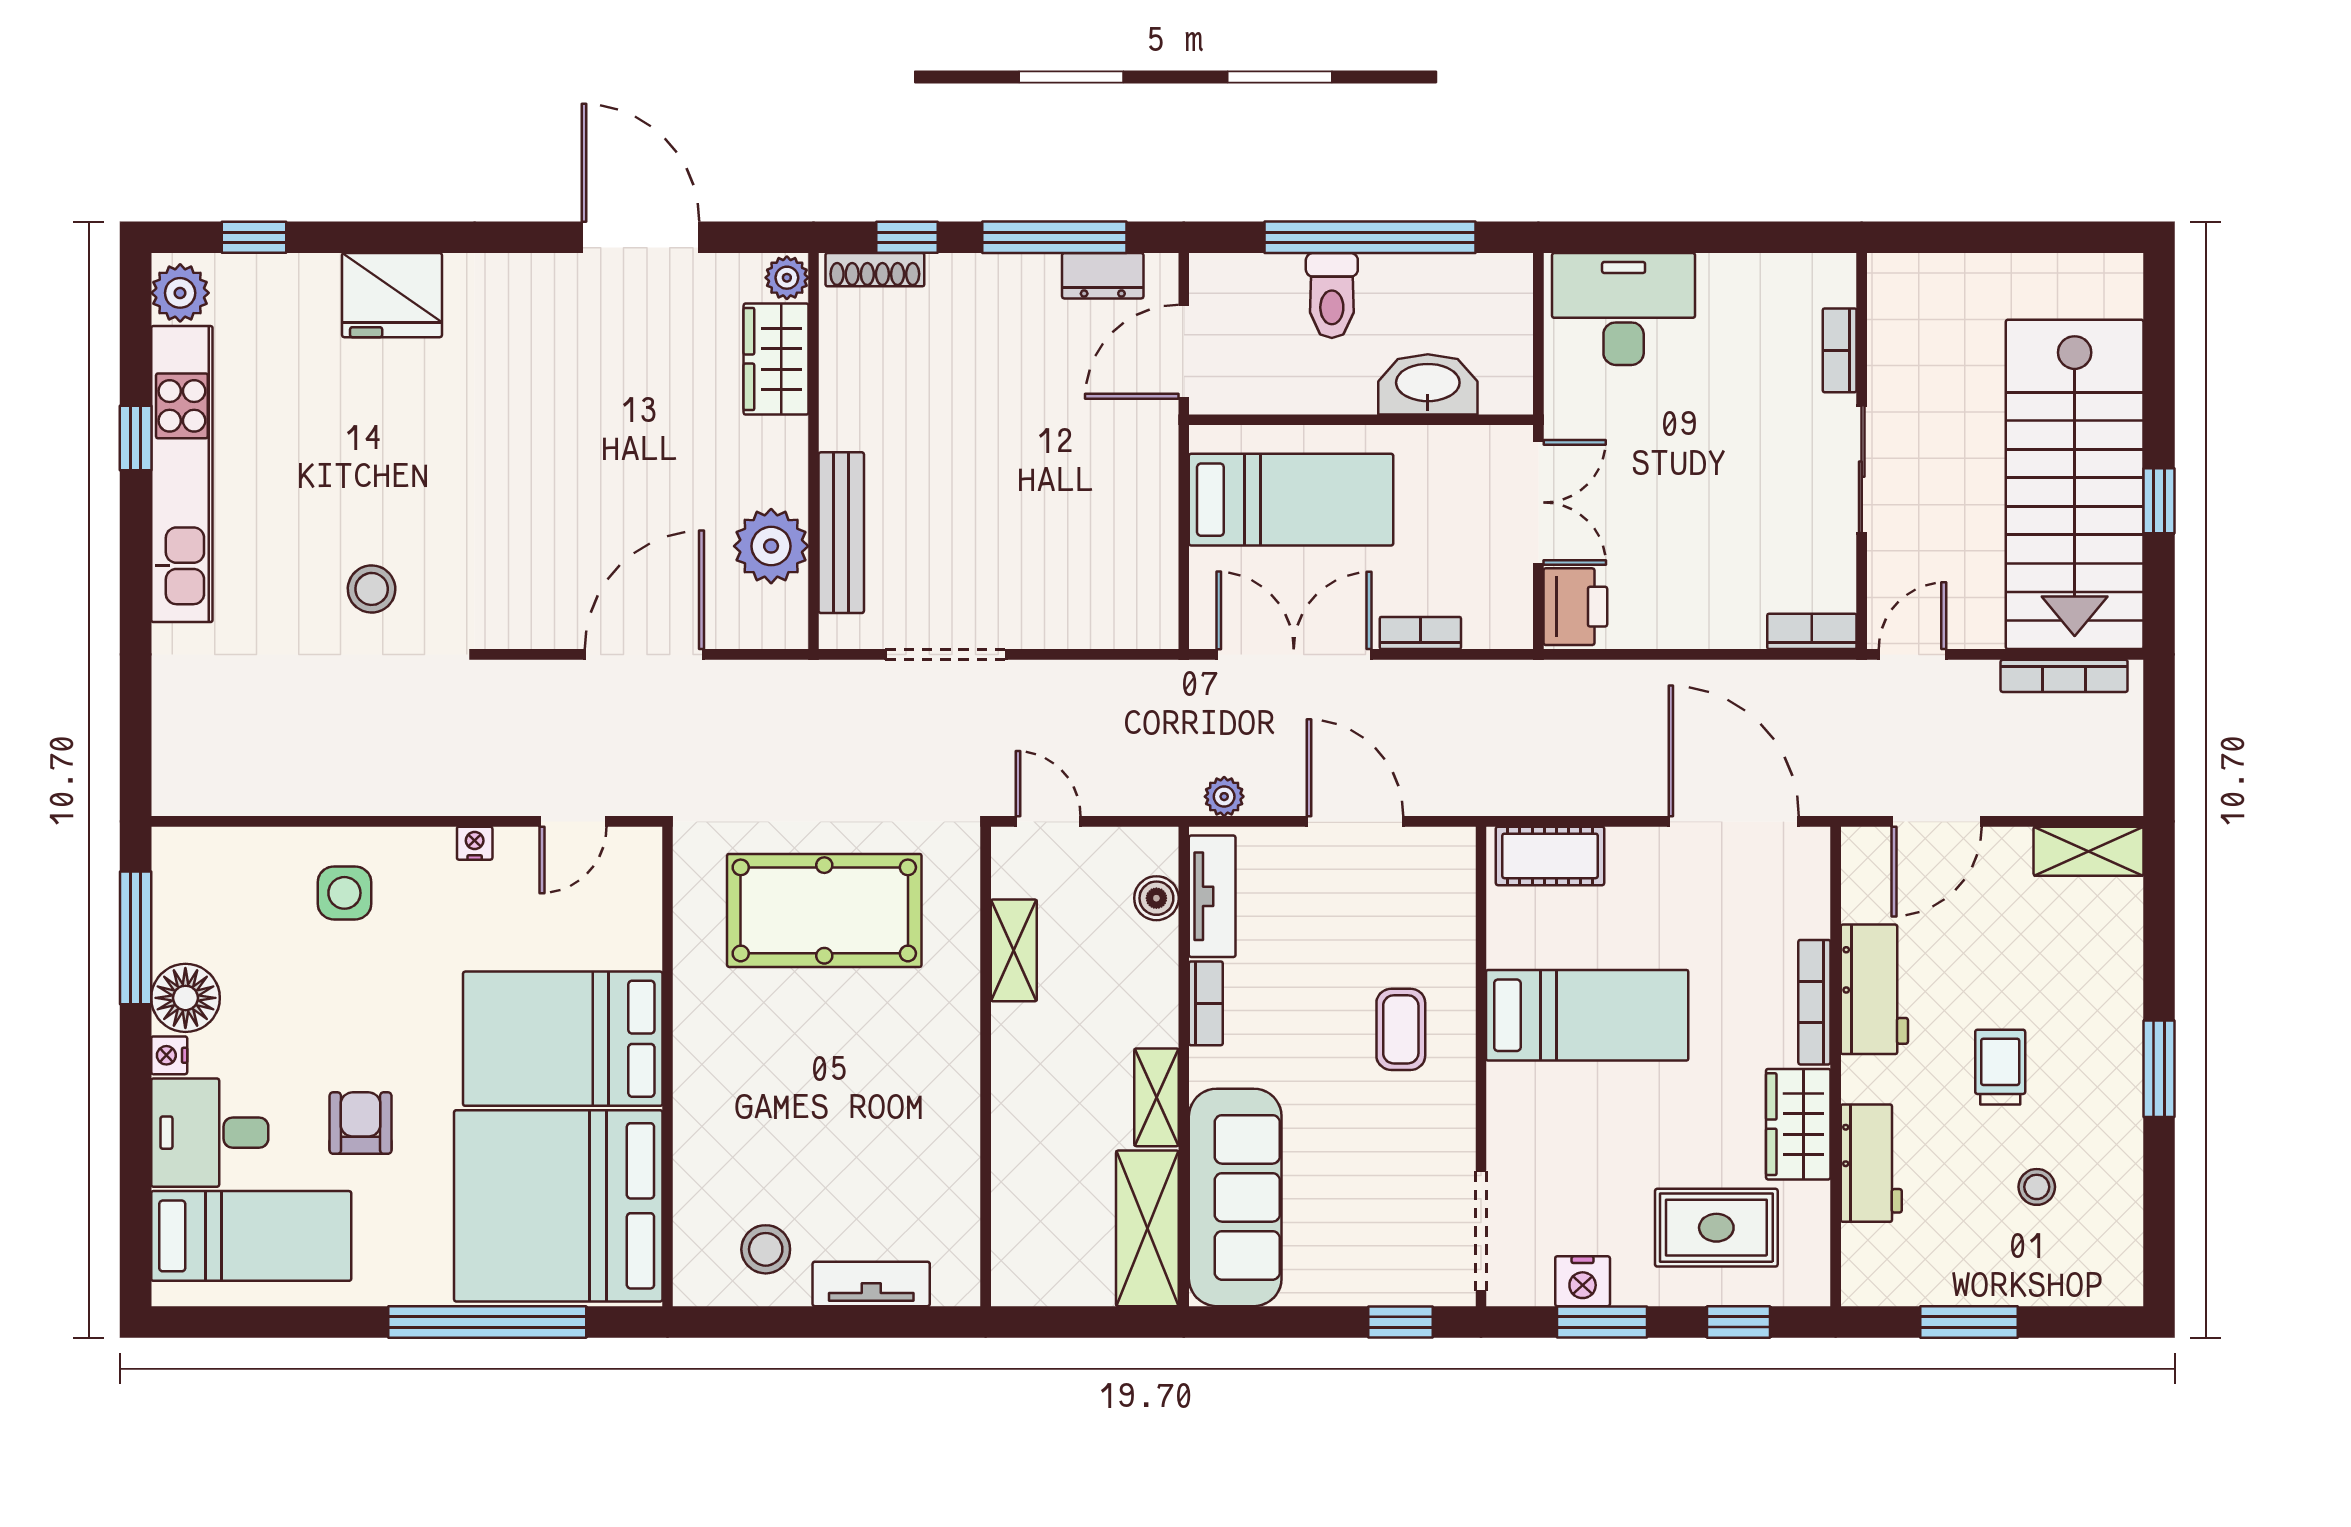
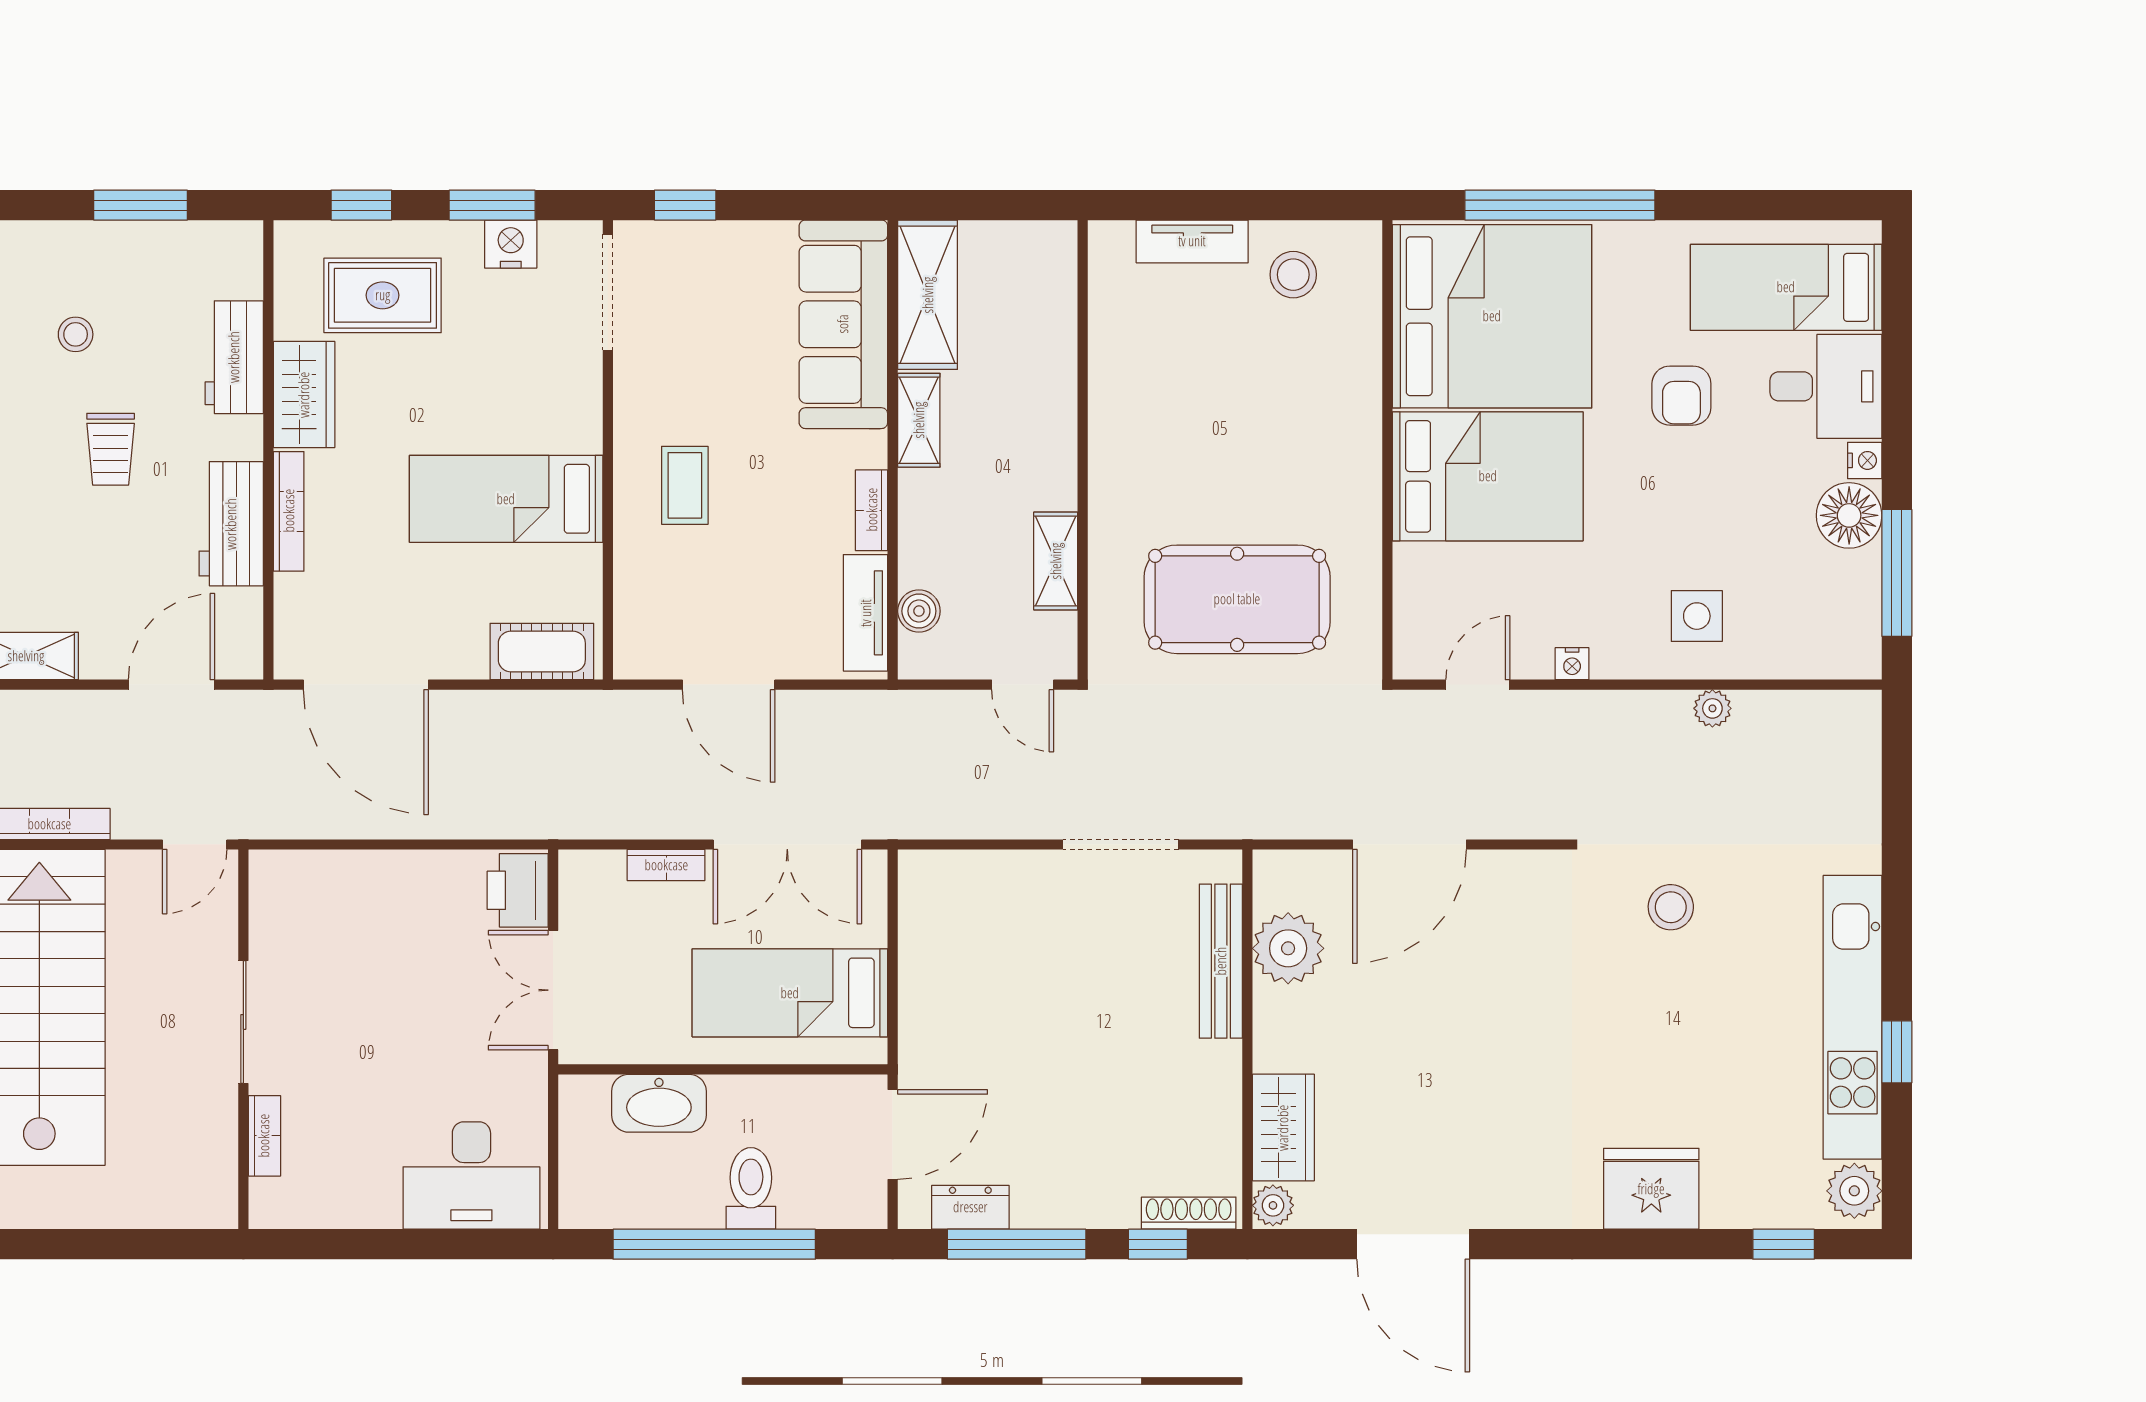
bookcase: (1812, 631) -> (291, 867), removed
plant: (1224, 797) -> (1712, 708), moved

